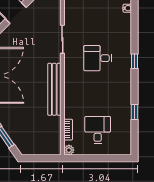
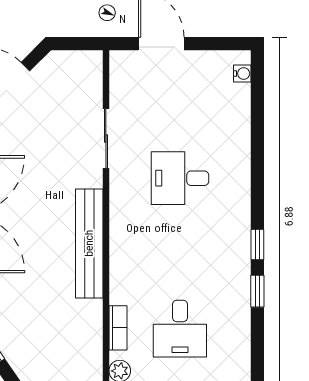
window: (135, 61) -> (257, 244), moved
desk: (98, 130) -> (180, 329), turned 180

